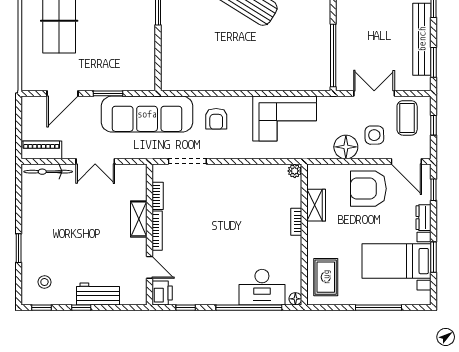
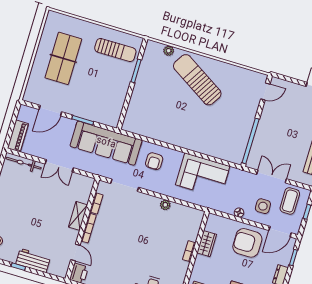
floor lamp: (346, 147) -> (239, 213), width x0.53, depth x0.53
piano: (41, 150) -> (18, 136), moved, turned 90
door: (406, 161) -> (280, 232), hinge flipped
plant: (295, 171) -> (165, 205), moved

